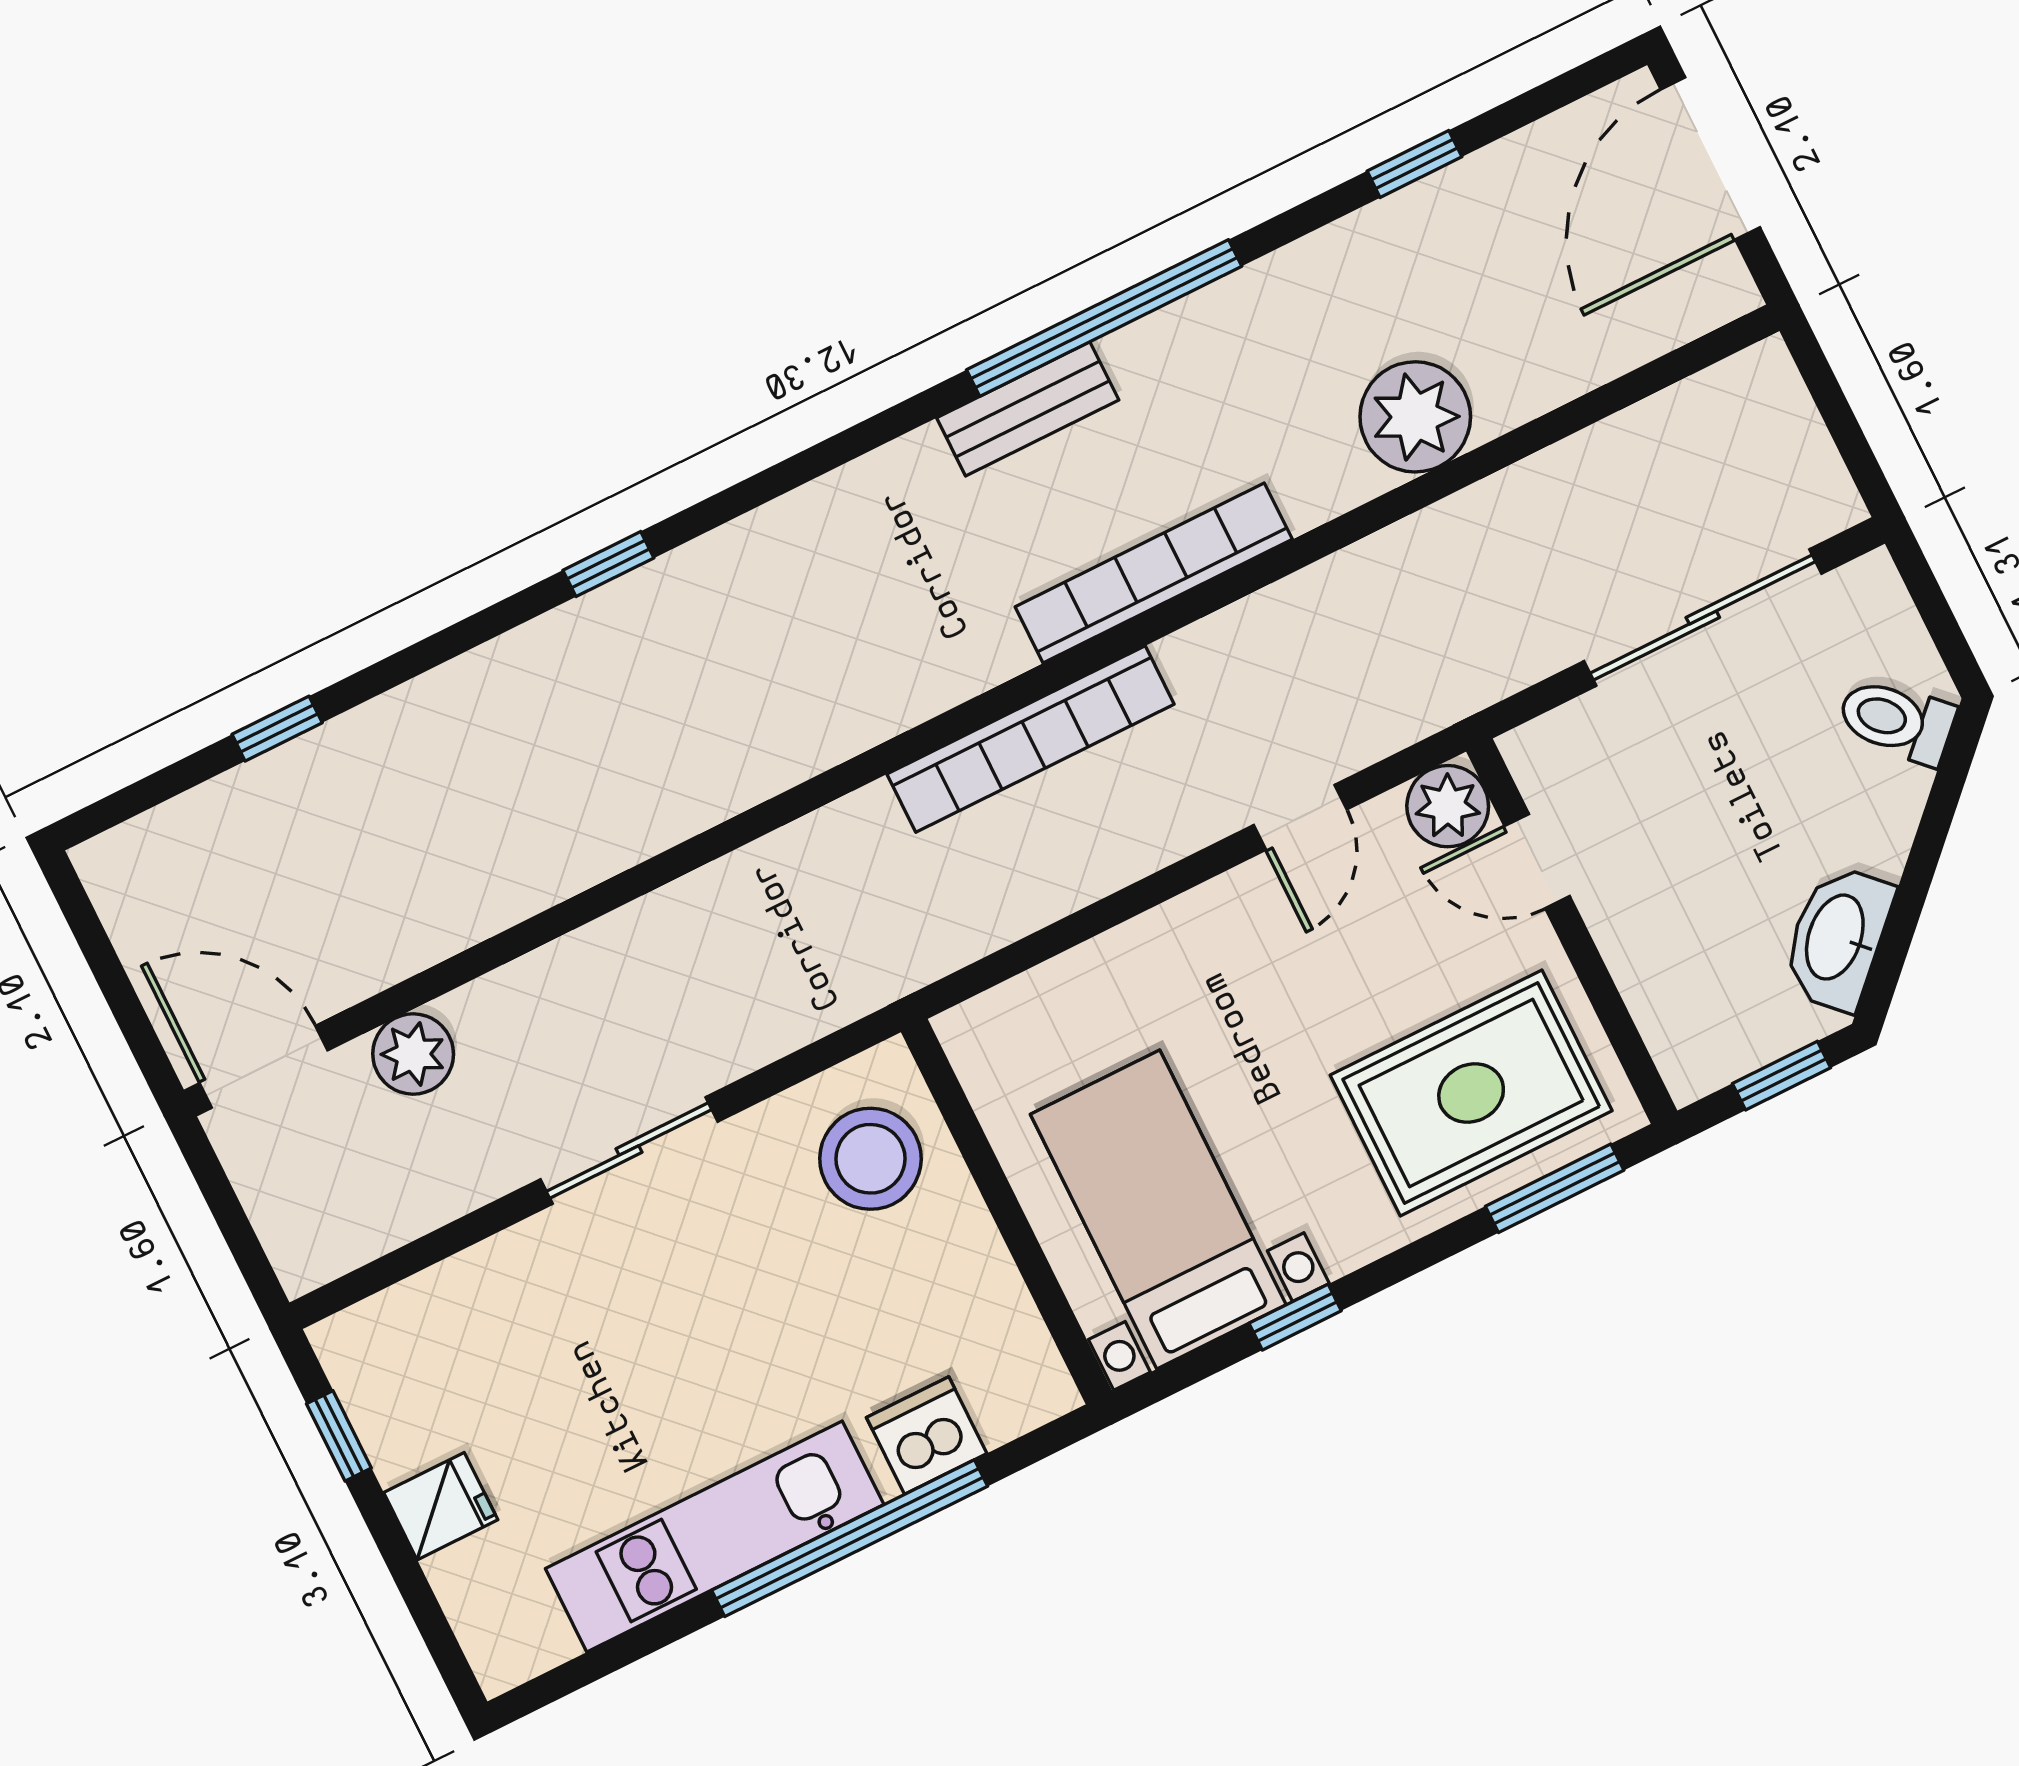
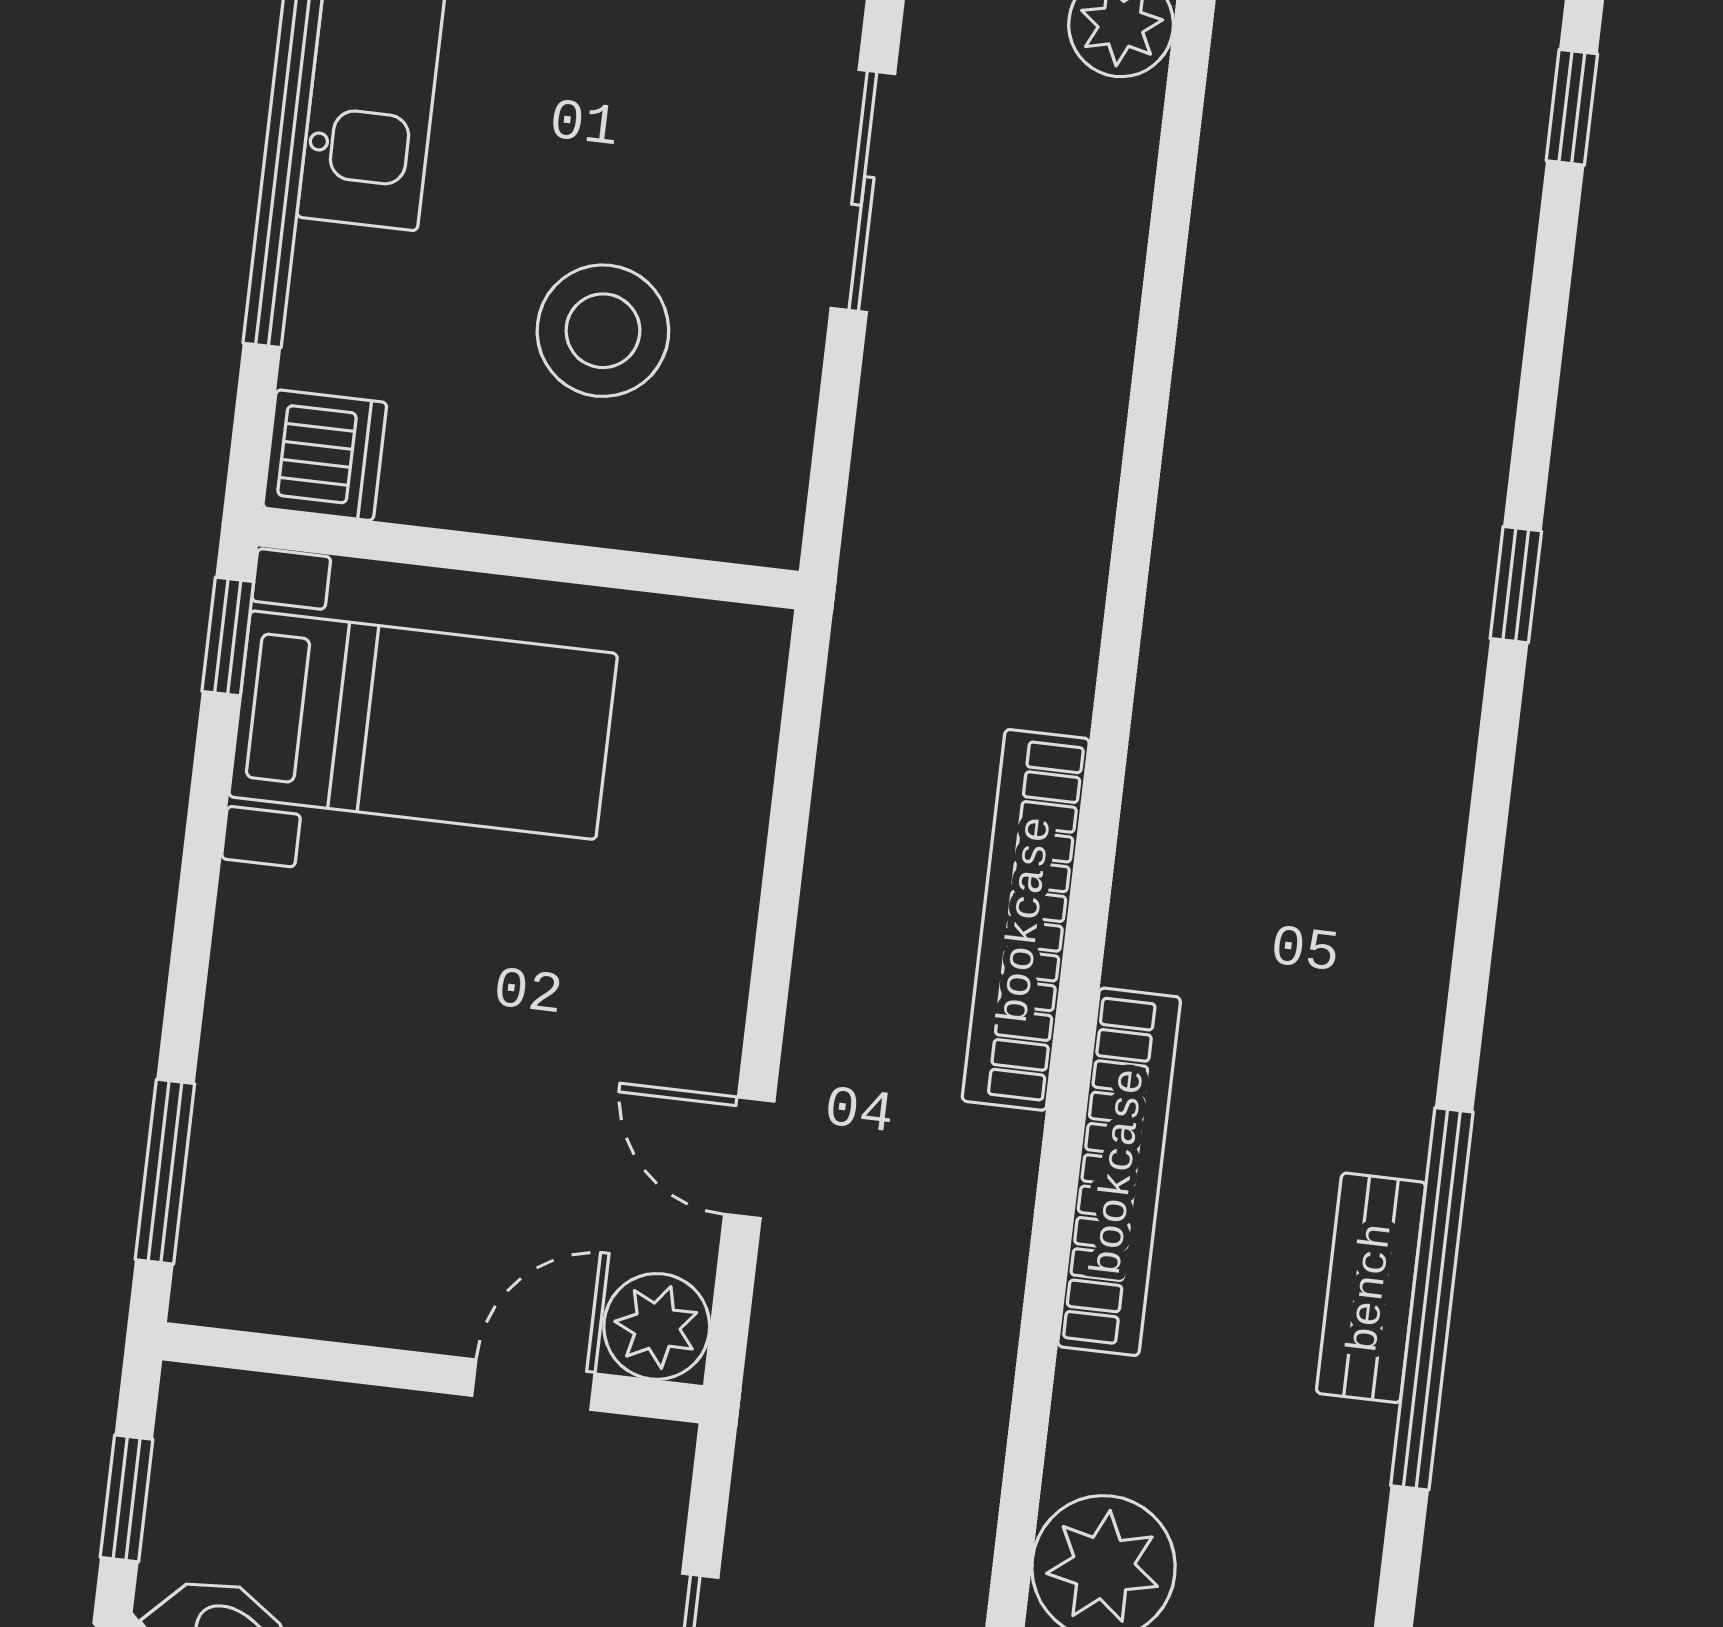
bench: (1028, 409) -> (1371, 1288), moved
rug: (1471, 1093) -> (328, 1148), removed
stool: (870, 1159) -> (603, 331), moved
window: (1295, 1317) -> (228, 637), moved
dishwasher: (927, 1435) -> (325, 455), moved

